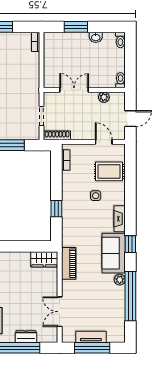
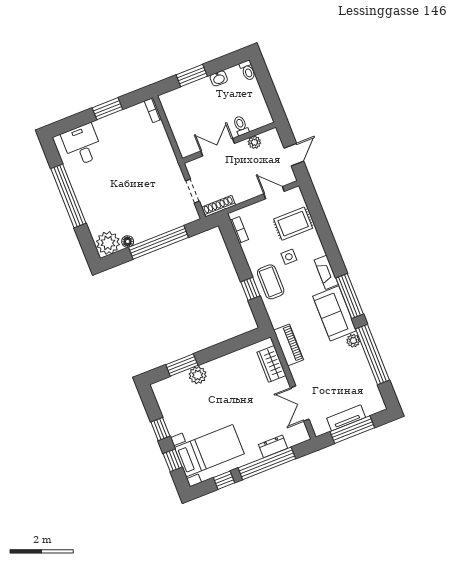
toilet: (121, 80) -> (241, 126), moved
coffee table: (74, 209) -> (271, 282), added
window: (130, 244) -> (350, 296), width x2.17
wardrobe: (44, 259) -> (272, 364), moved, turned 90

